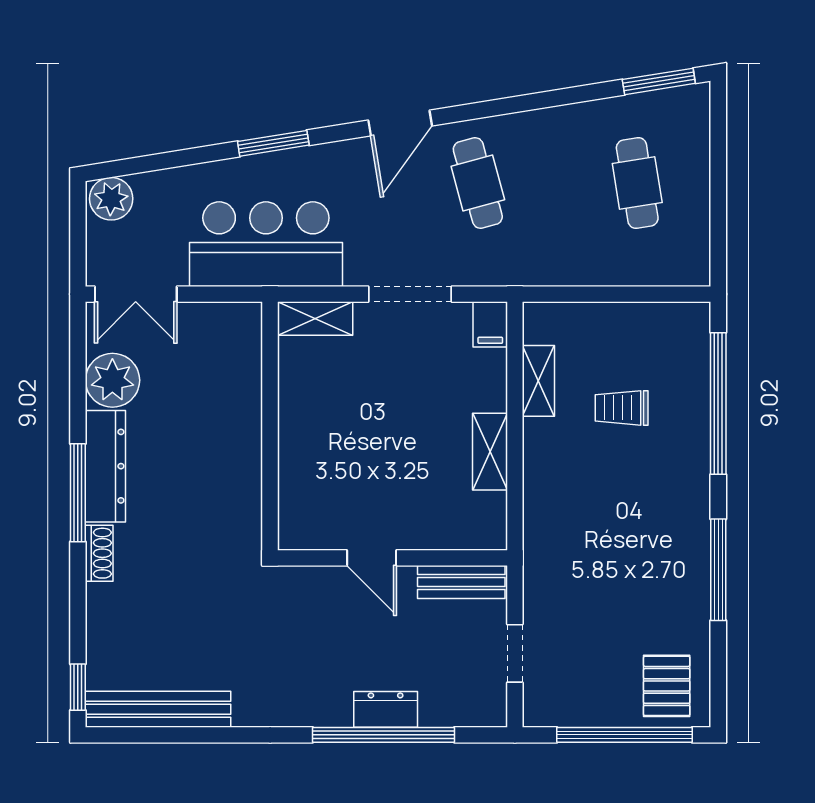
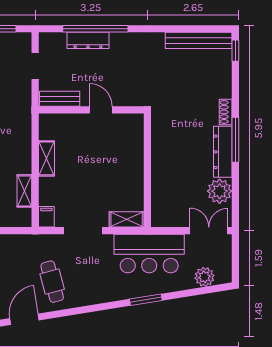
door: (400, 123) -> (24, 319), moved
plant: (111, 199) -> (204, 277), moved
dresser: (386, 709) -> (88, 40), width x1.44

